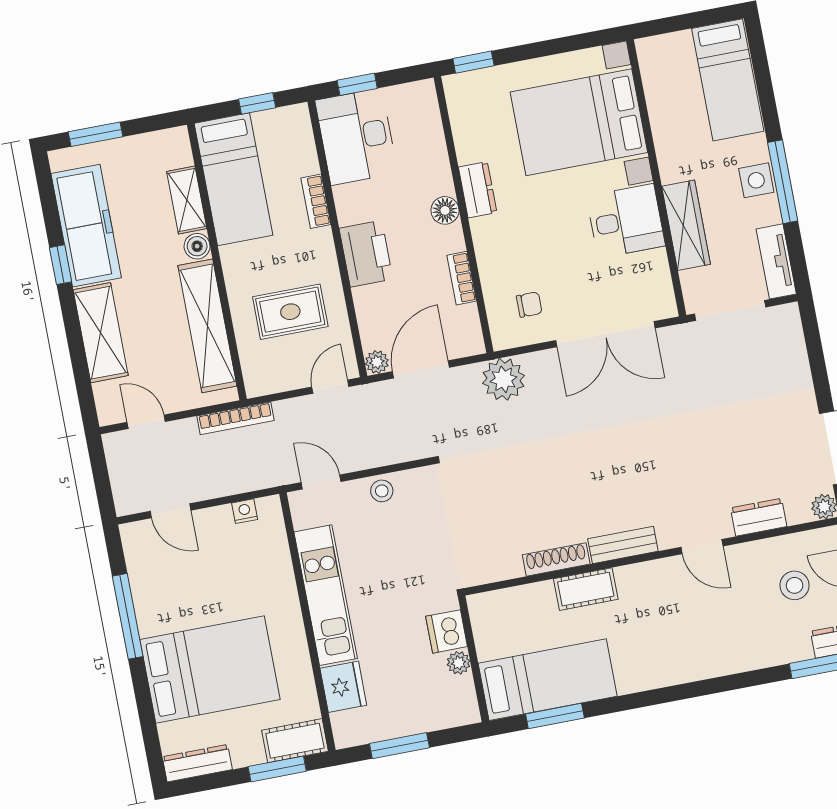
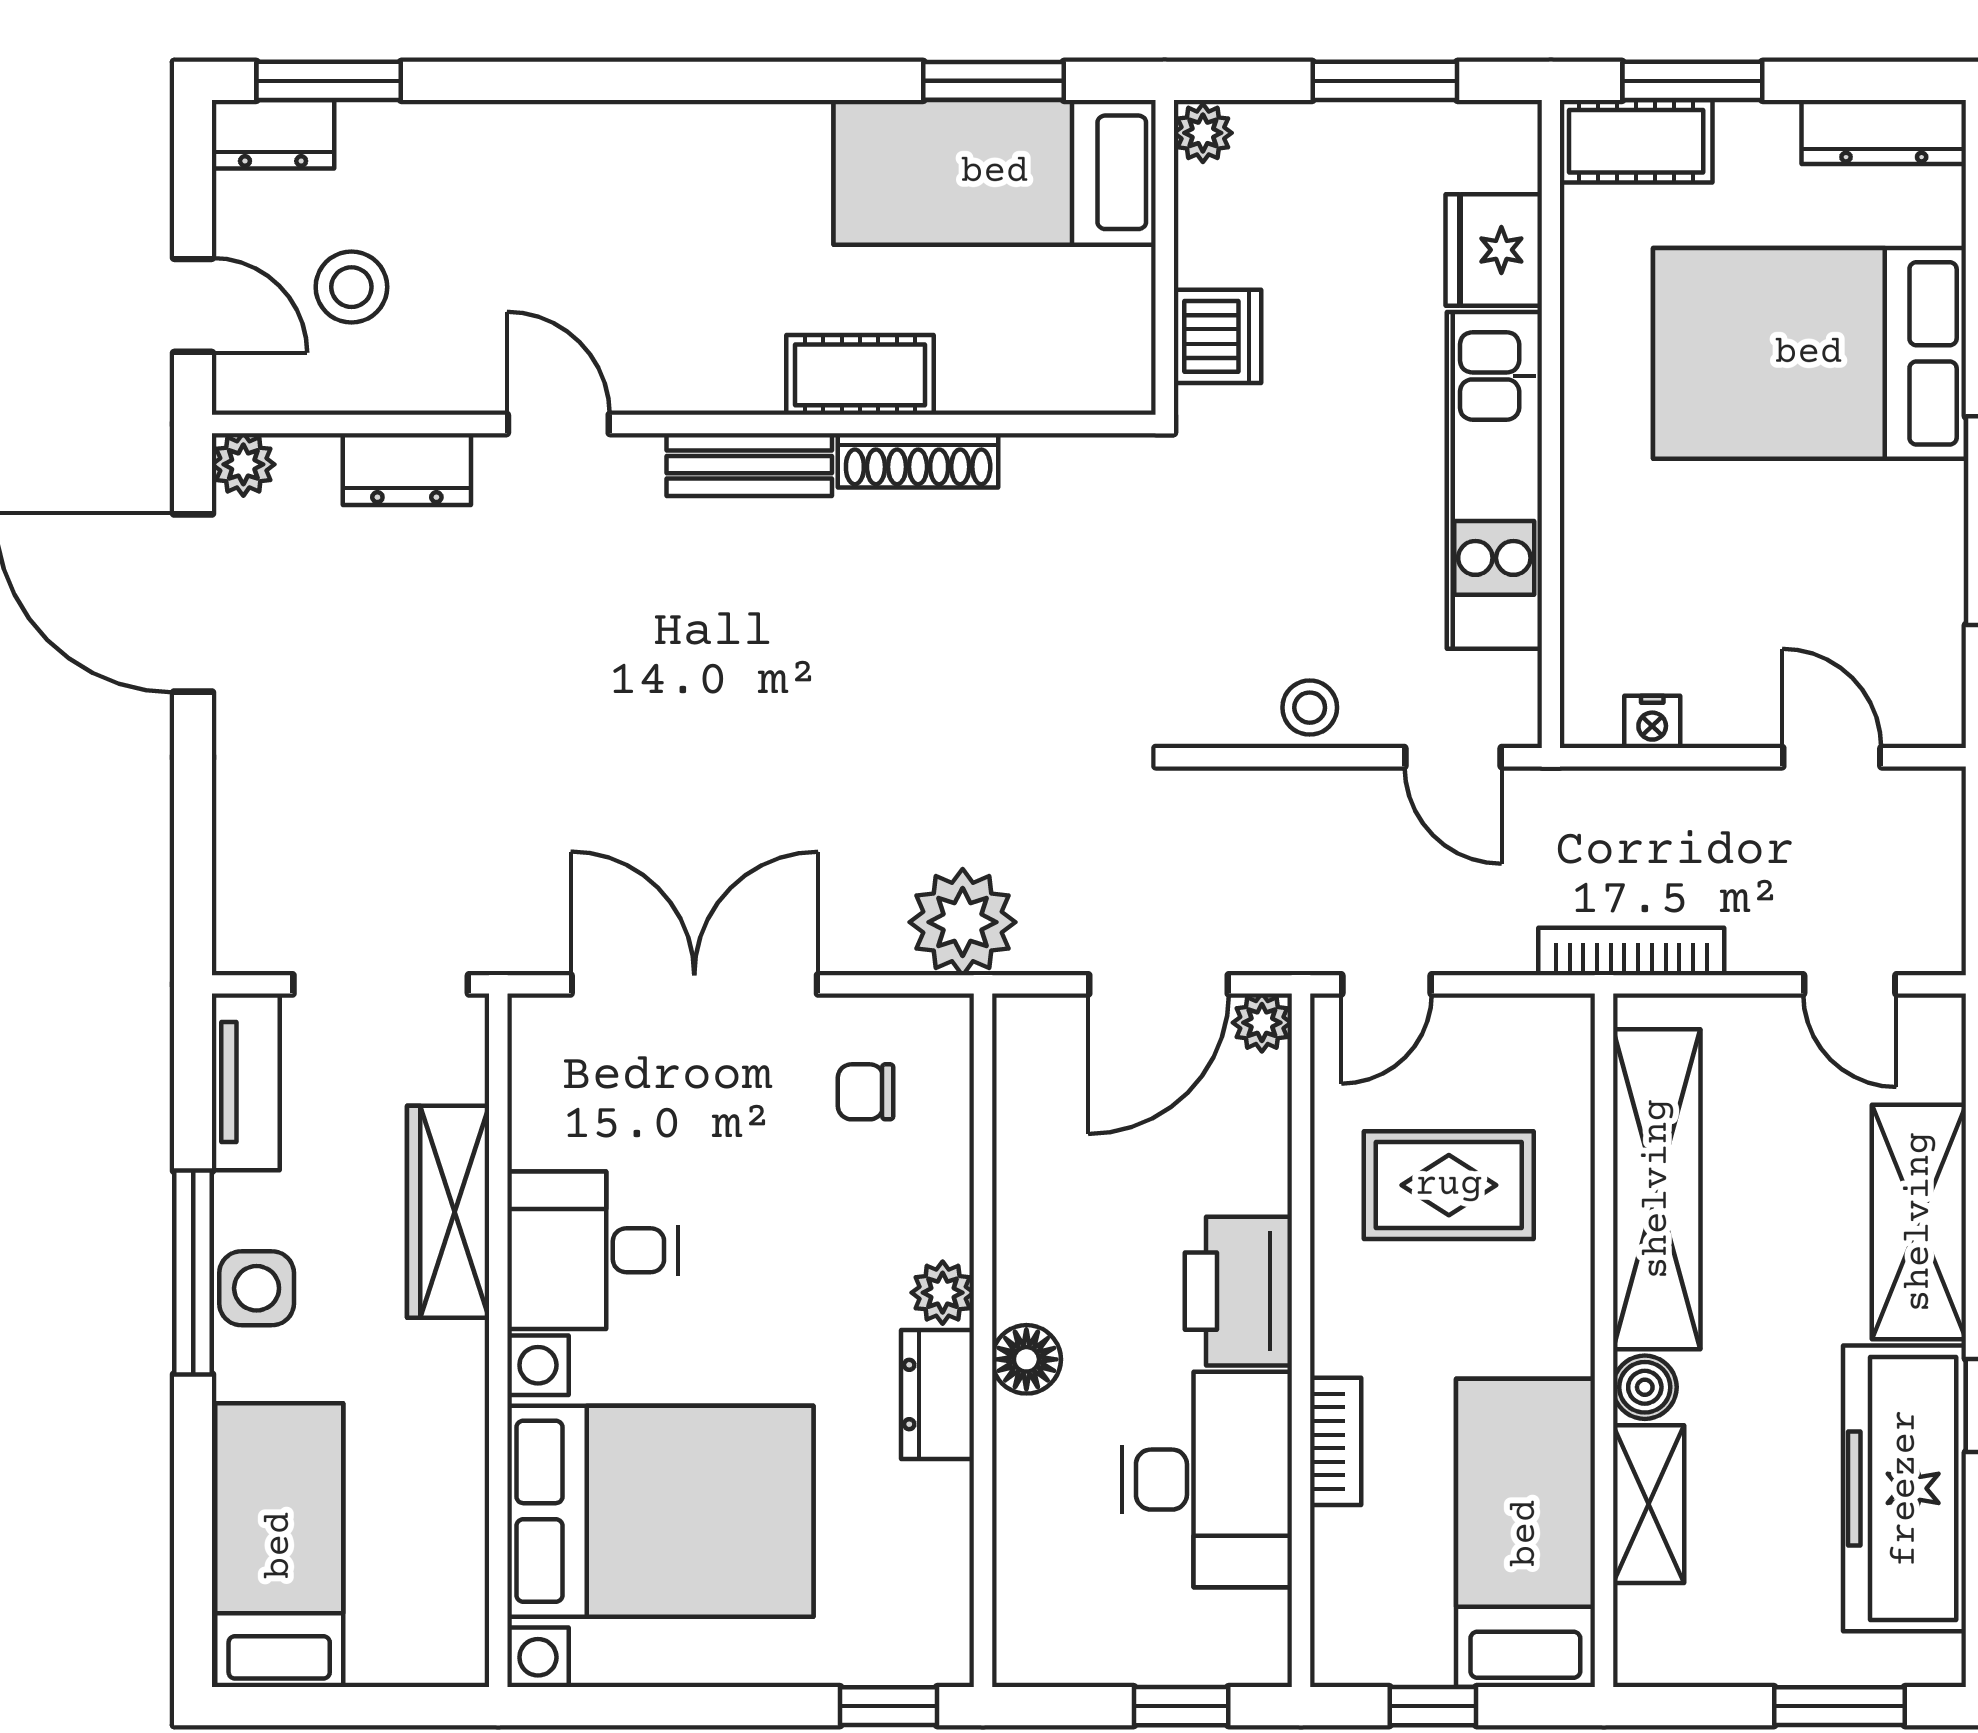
desk: (356, 137) -> (1207, 1480), moved
plant: (483, 231) -> (943, 1293), added
bookcase: (462, 278) -> (1017, 1187), removed
plant: (459, 663) -> (1203, 133), moved

